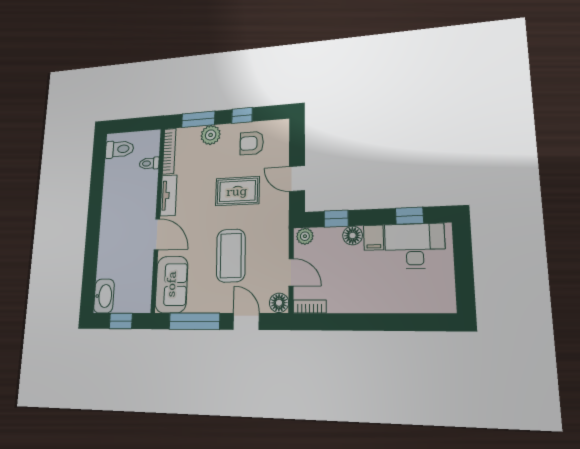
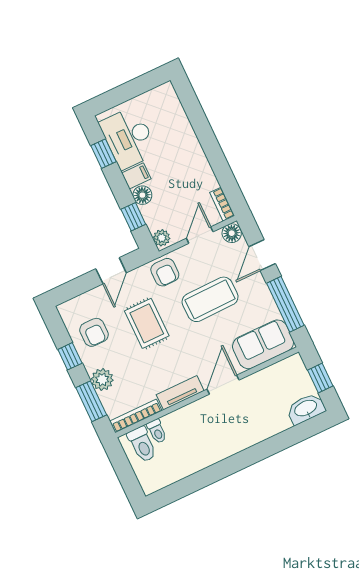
toilet: (119, 149) -> (142, 444), moved, turned 180
armchair: (273, 226) -> (165, 272), added

